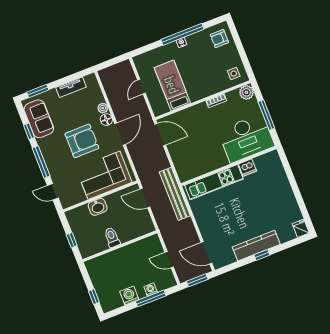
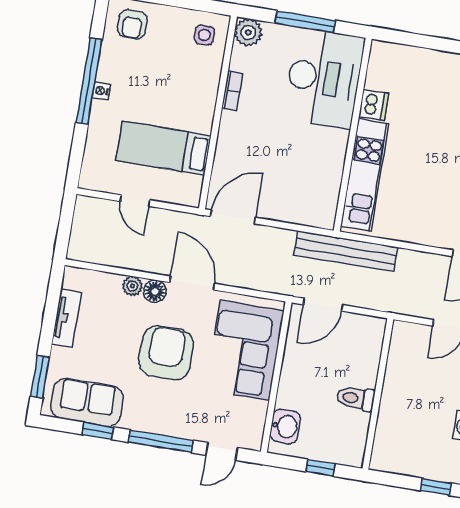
washbasin: (98, 207) -> (285, 426), moved

